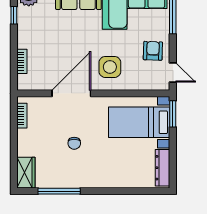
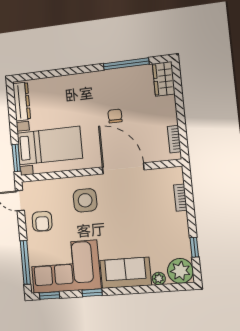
door: (71, 93) -> (123, 168), swing flipped

